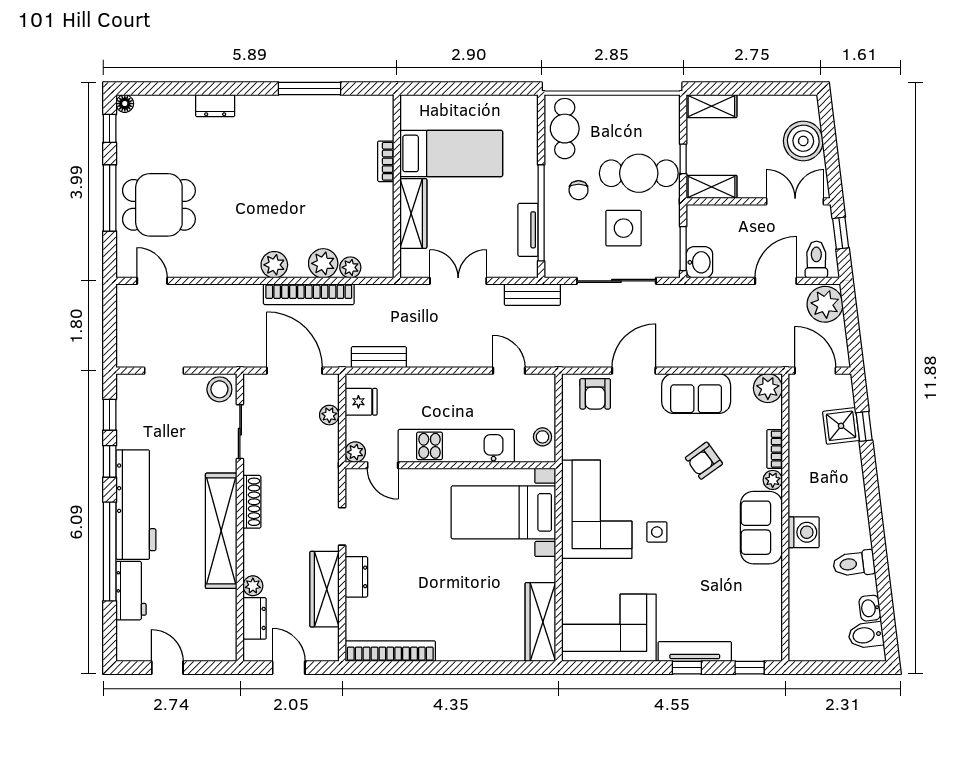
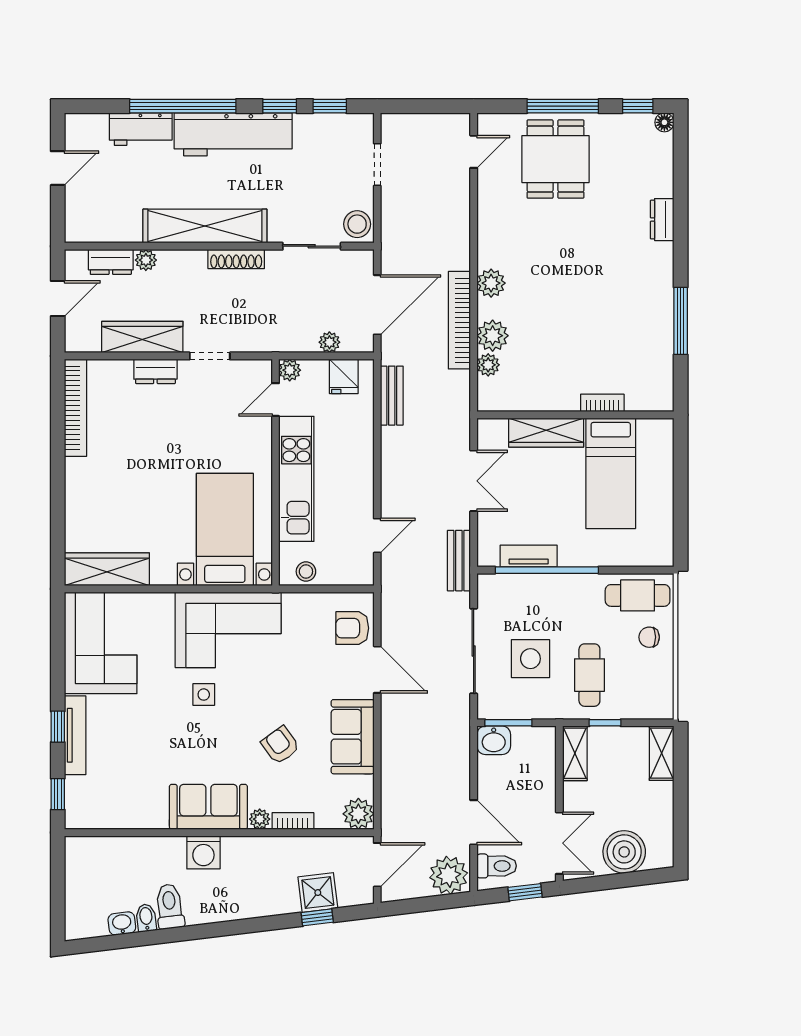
cafe table: (639, 173) -> (589, 675), width x0.73, depth x0.74
chair: (579, 190) -> (649, 637), moved
bidet: (866, 635) -> (146, 918), moved, width x0.72, depth x0.74

